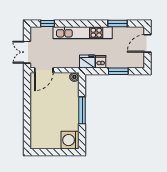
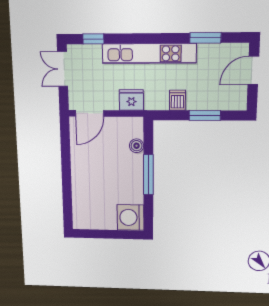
double door: (27, 52) -> (63, 69), moved
fridge: (87, 62) -> (131, 100), moved
boiler: (74, 77) -> (137, 146), moved

